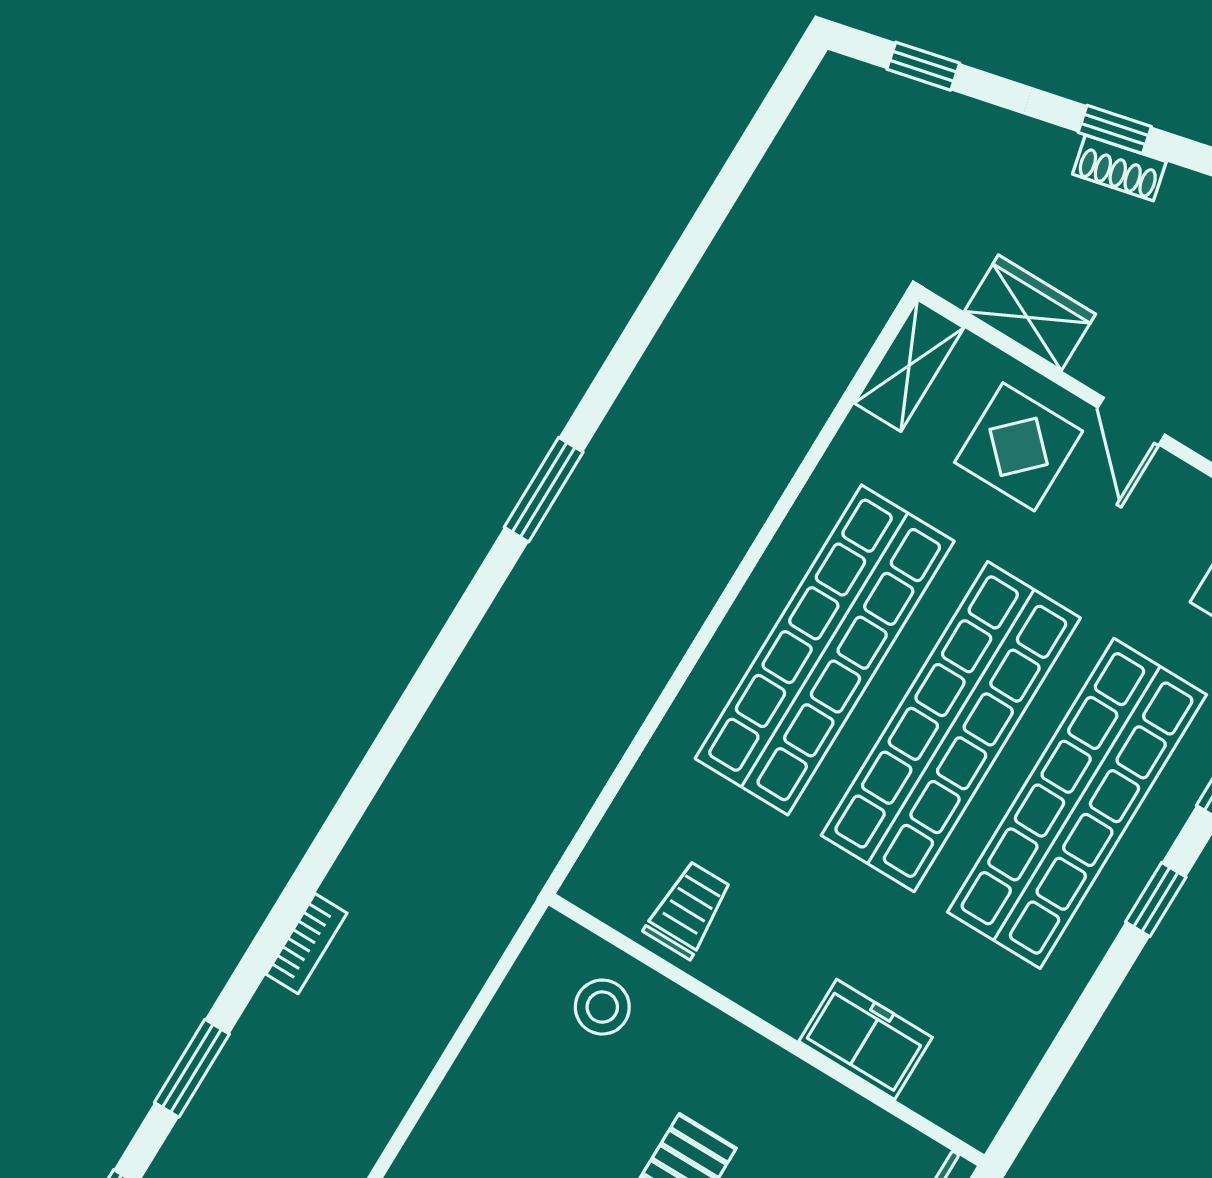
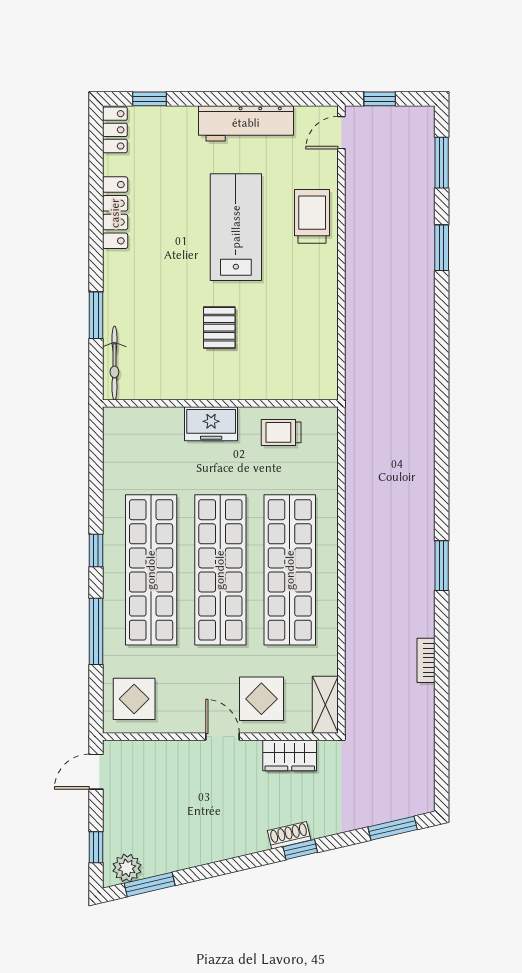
window: (923, 66) -> (393, 828), width x1.50
trolley: (688, 910) -> (281, 432), turned 90
bookcase: (307, 944) -> (426, 660), moved
stool: (602, 1007) -> (292, 372), removed
freezer: (866, 1039) -> (211, 424), moved

